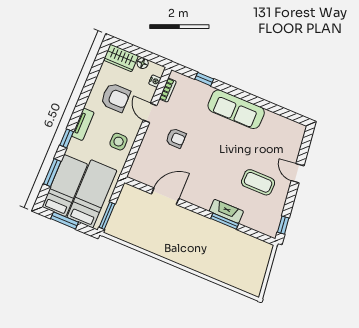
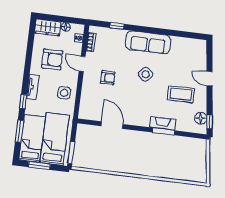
side table: (222, 147) -> (146, 74), added
door: (165, 196) -> (112, 125), hinge flipped
floor lamp: (274, 218) -> (201, 118), added

